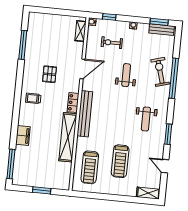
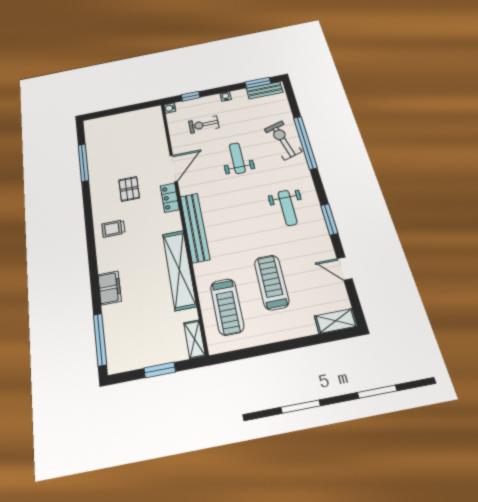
shelving: (80, 31) -> (194, 339), moved
locker: (73, 103) -> (170, 198), moved
treadmill: (120, 161) -> (272, 282), turned 180

